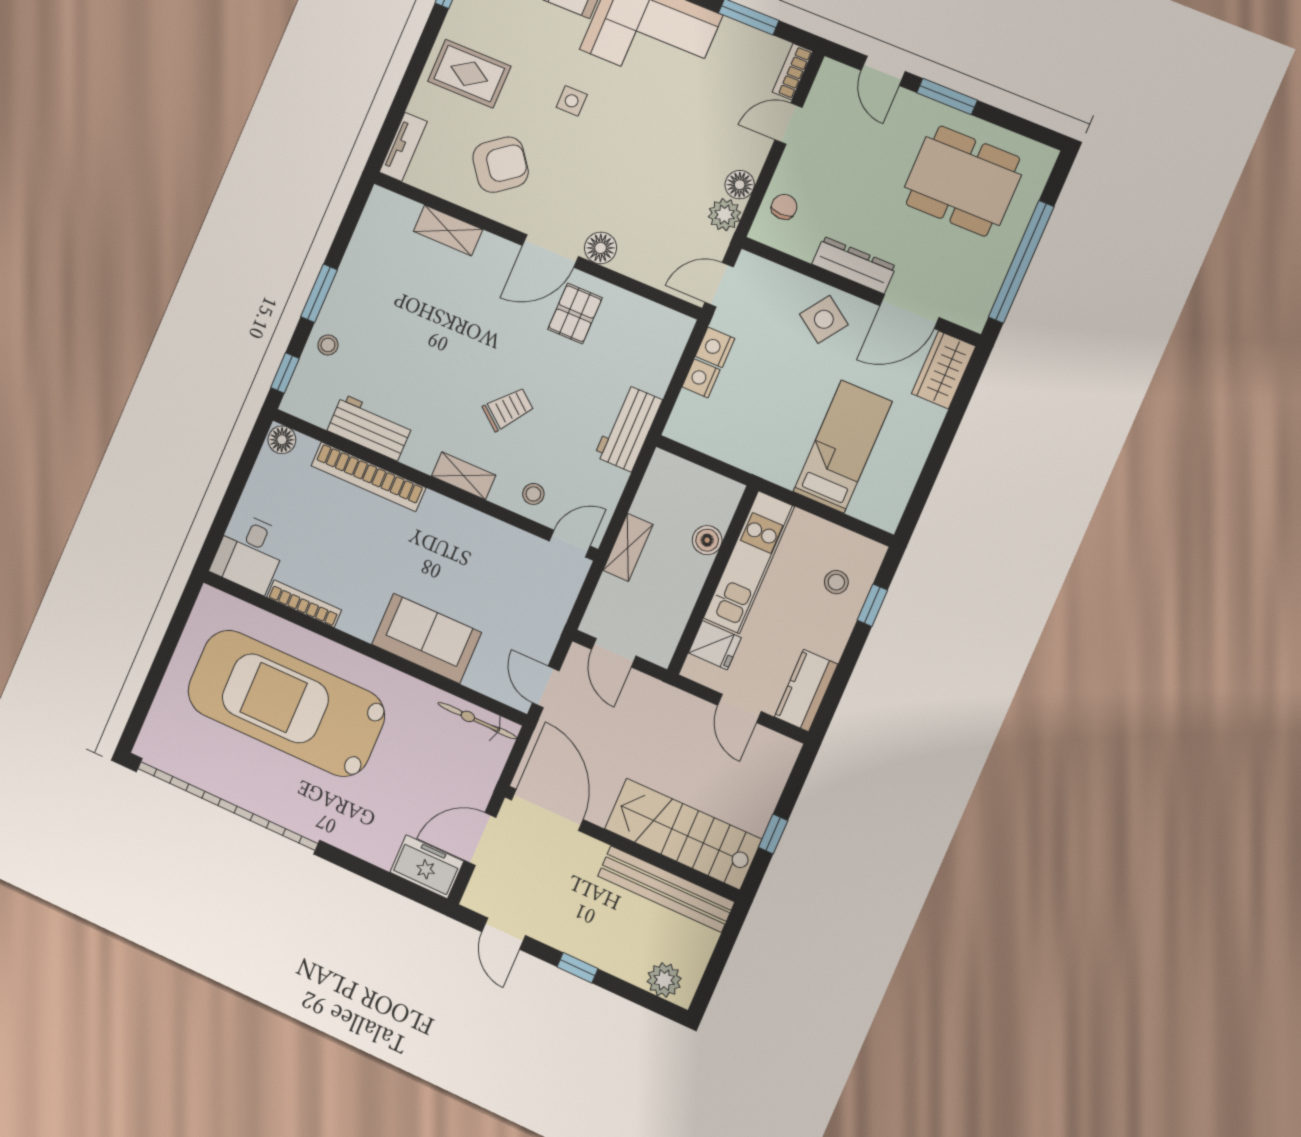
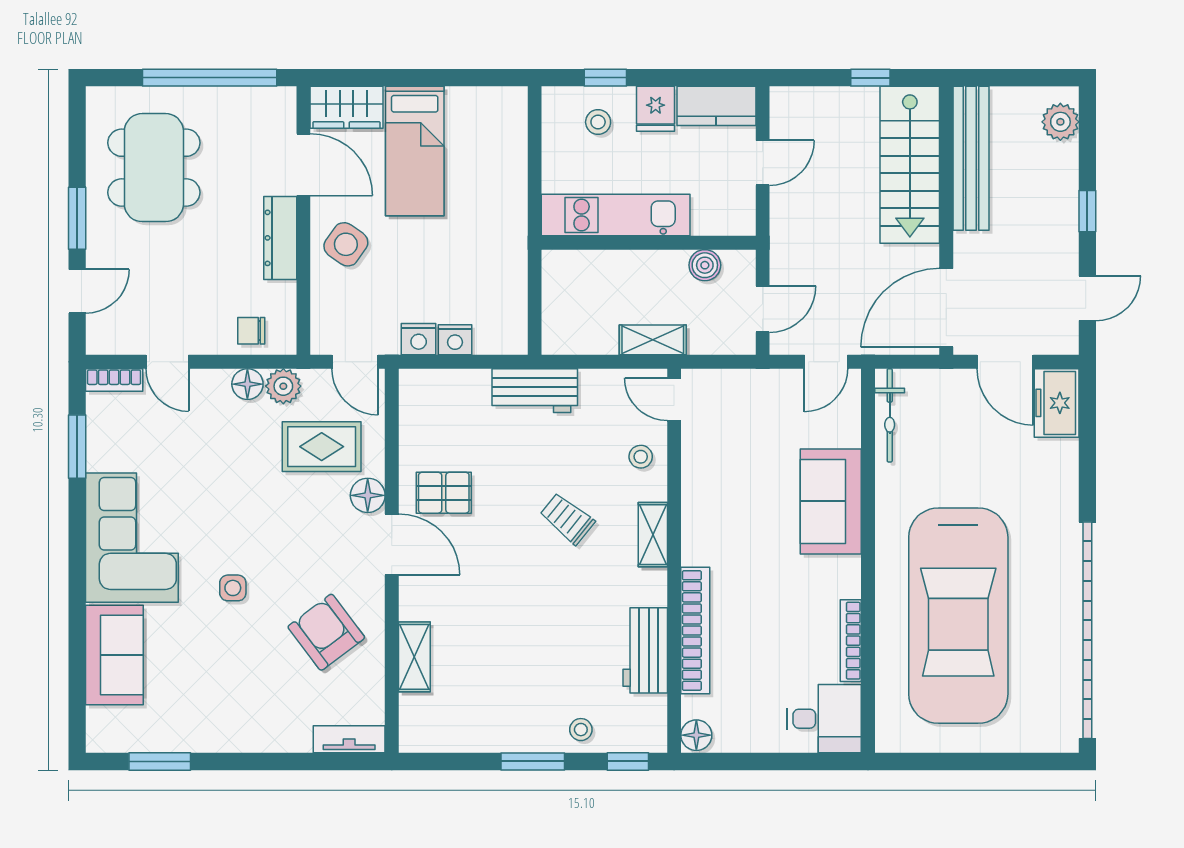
rug: (469, 74) -> (322, 447), moved, turned 90
bed: (843, 447) -> (415, 151), moved, turned -90
boiler: (707, 540) -> (705, 265), moved
fridge: (715, 645) -> (656, 109), moved, turned 180

